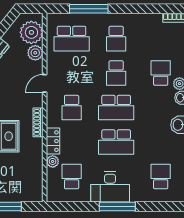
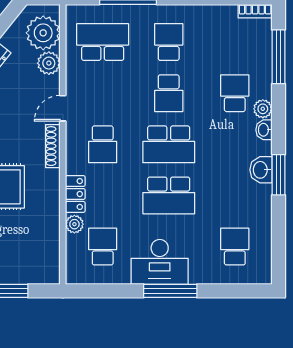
school desk: (72, 39) -> (103, 42), turned 180
school desk: (116, 39) -> (169, 42), turned 180
shoe rack: (38, 122) -> (53, 146), moved

